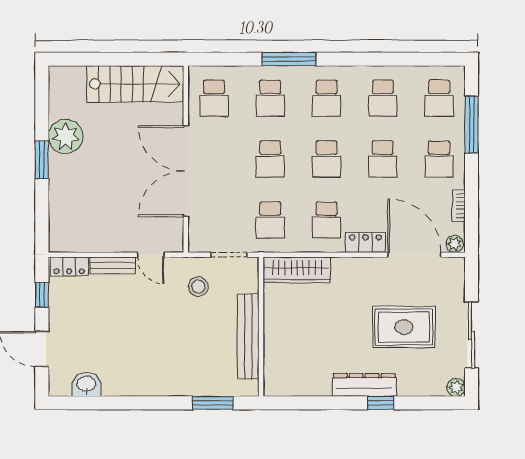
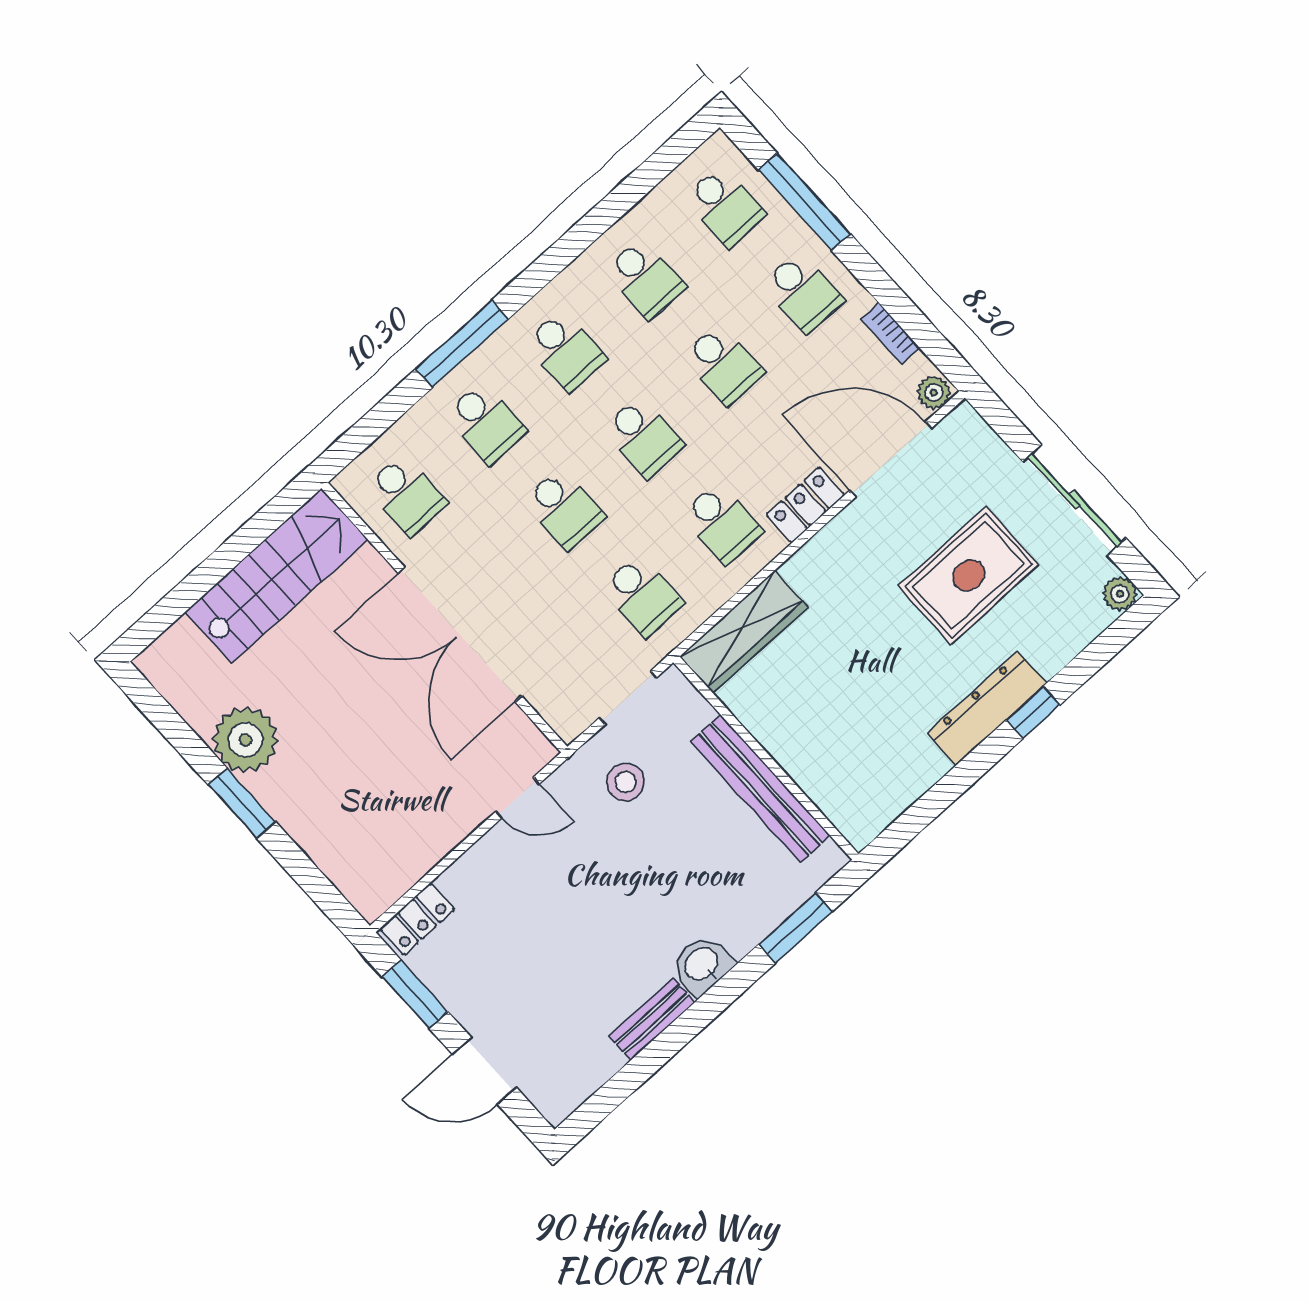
bench: (113, 265) -> (652, 1019), moved
window: (42, 295) -> (415, 994), width x1.50
washbasin: (86, 384) -> (702, 965), moved

